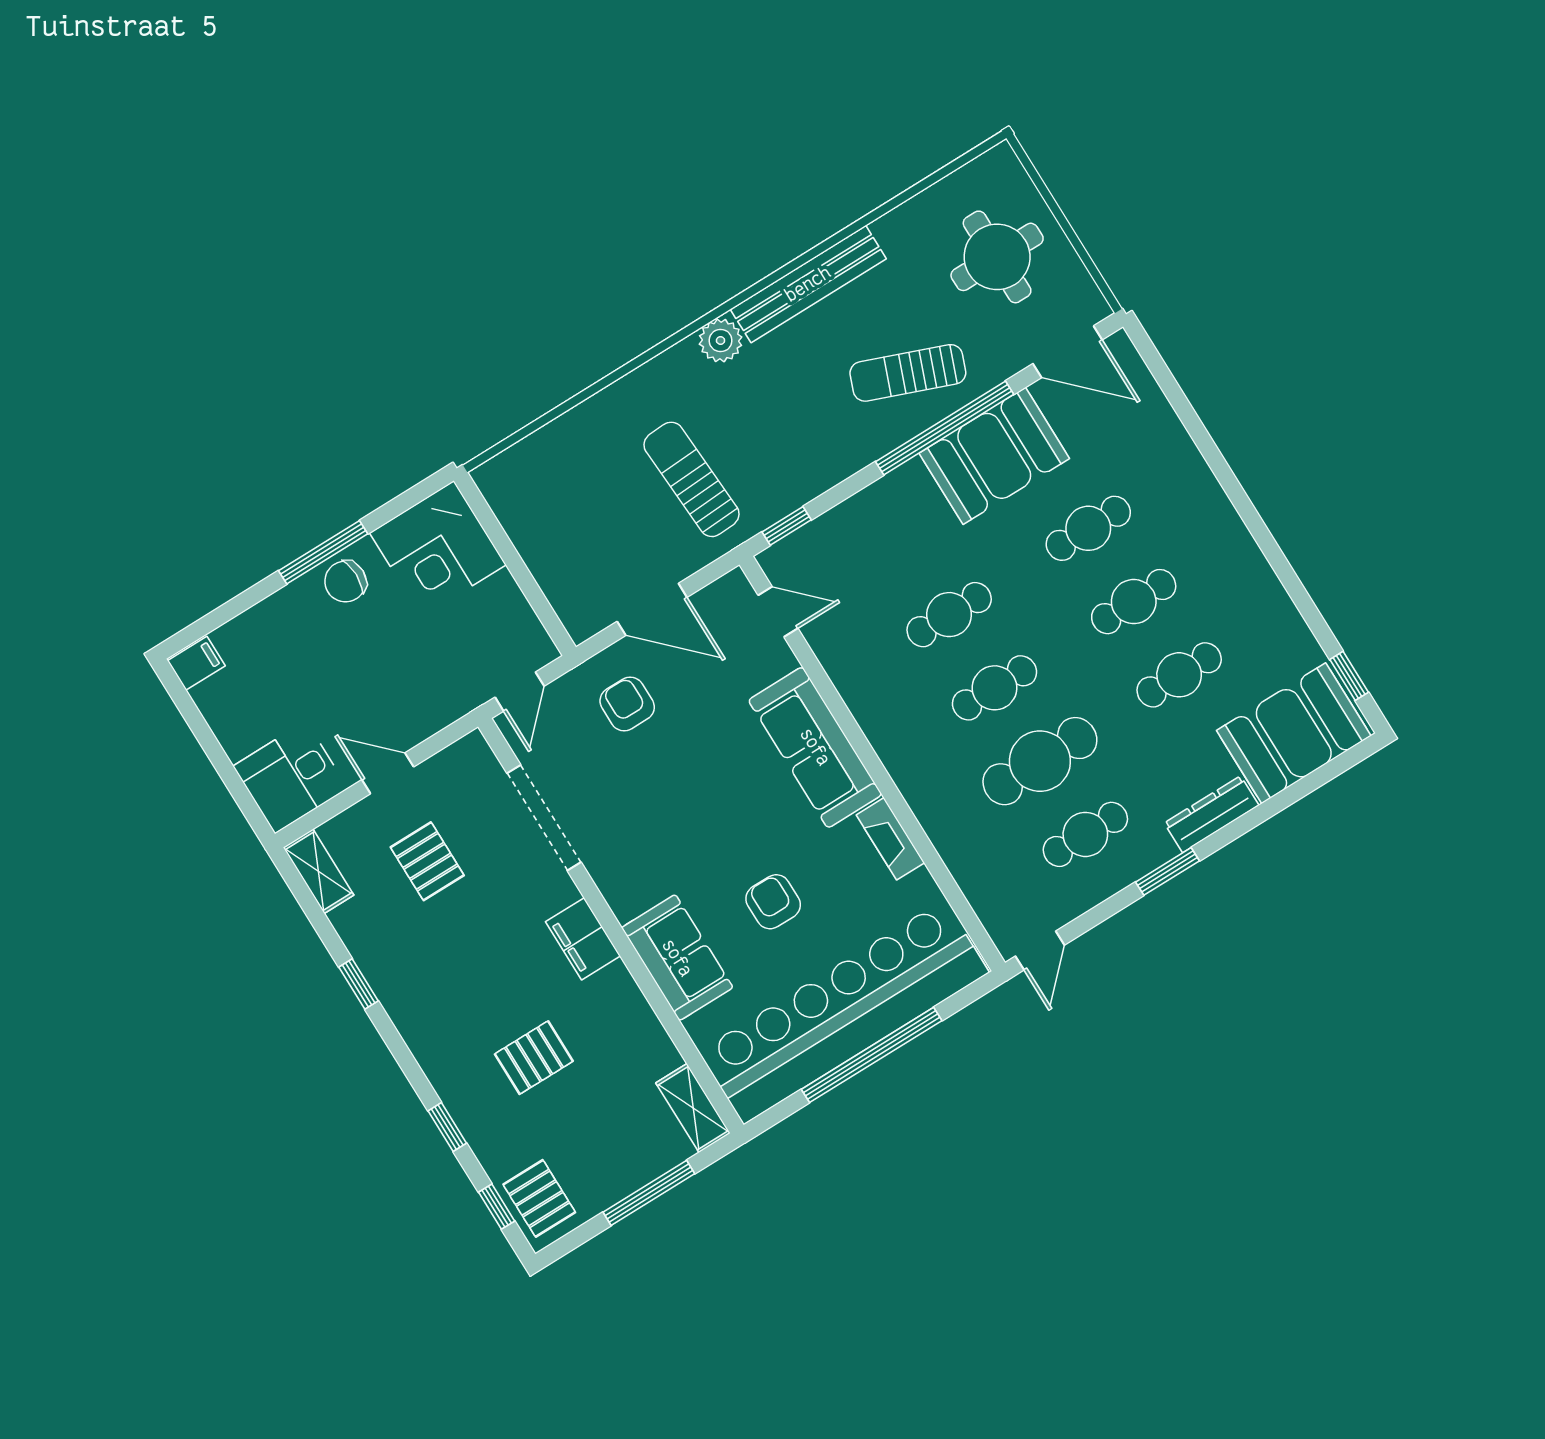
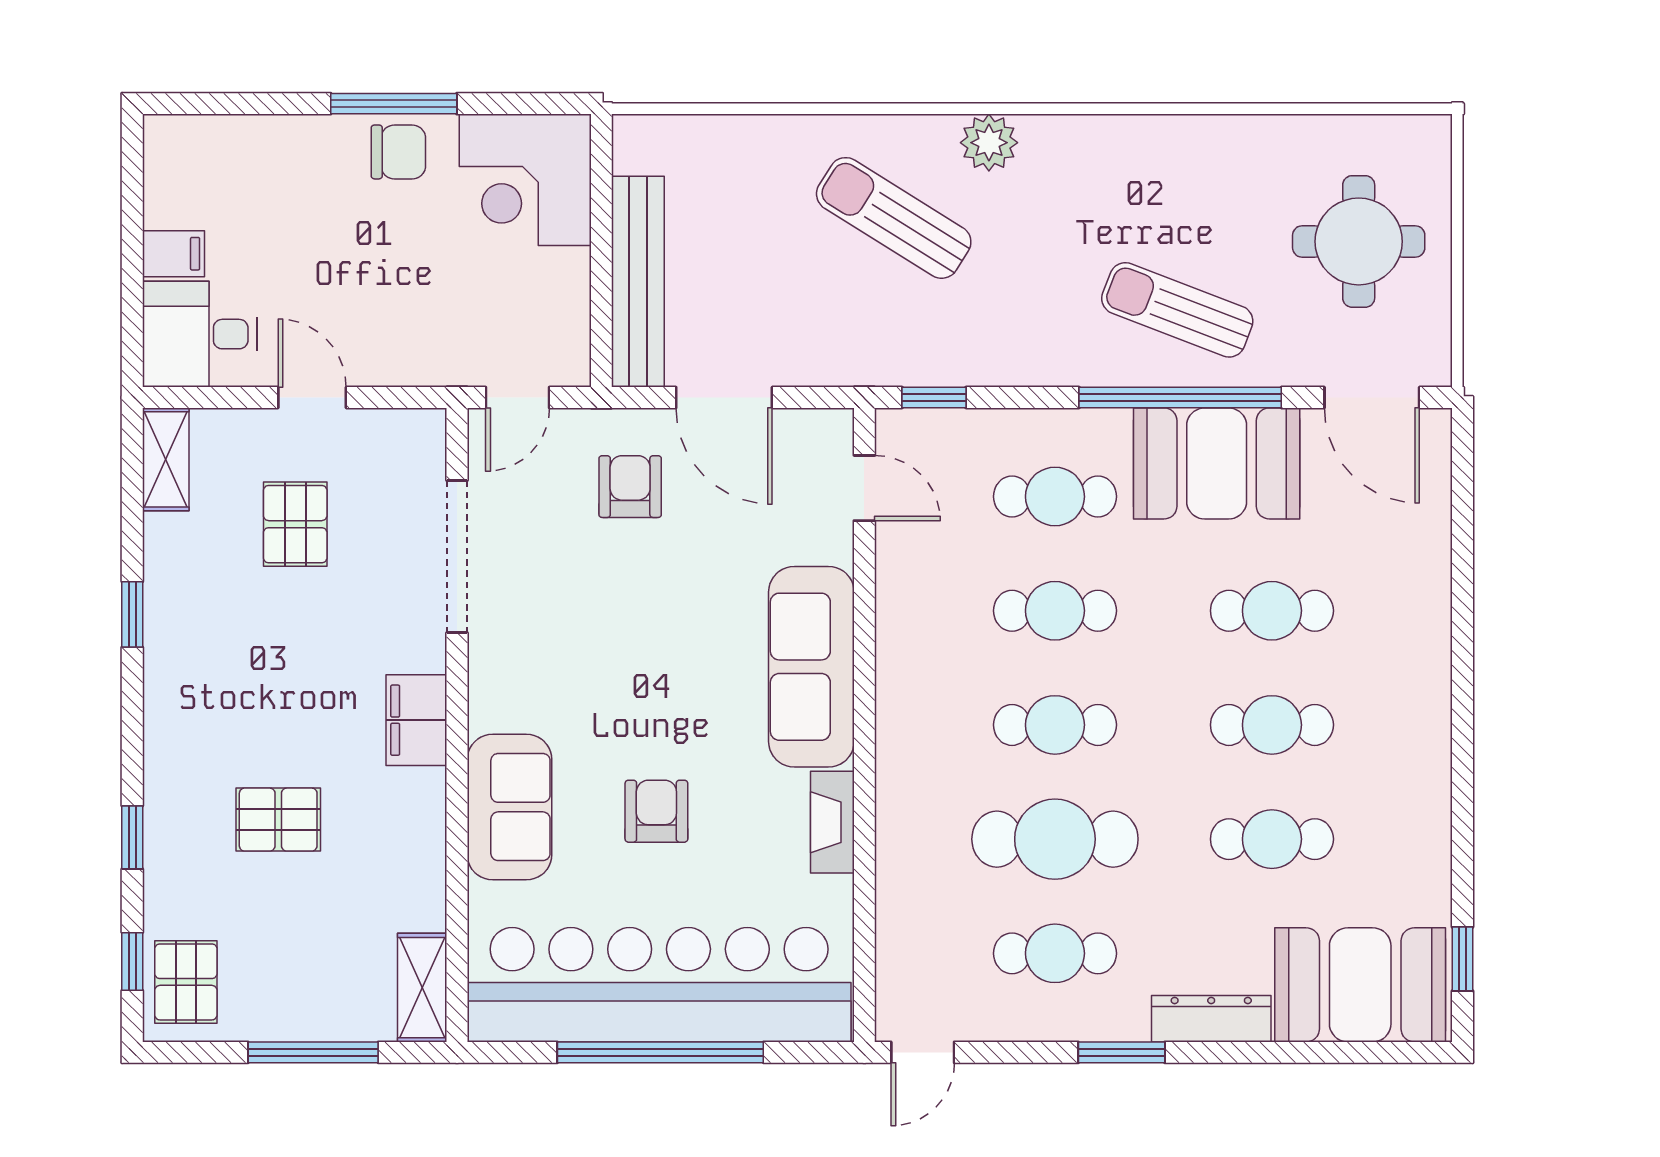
bench: (808, 284) -> (638, 282), moved, turned 90
sun lounger: (691, 479) -> (894, 218), moved, turned -55
cafe table: (904, 541) -> (1055, 497), added
chair: (345, 581) -> (398, 152), turned 180
filing cabinet: (196, 663) -> (173, 254), moved

